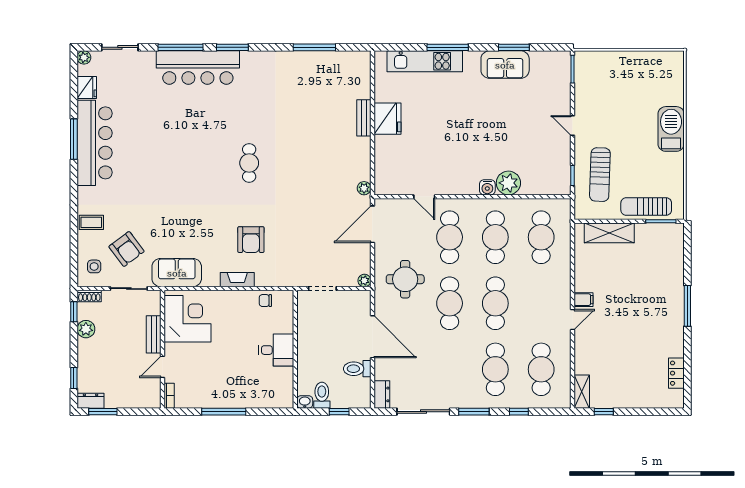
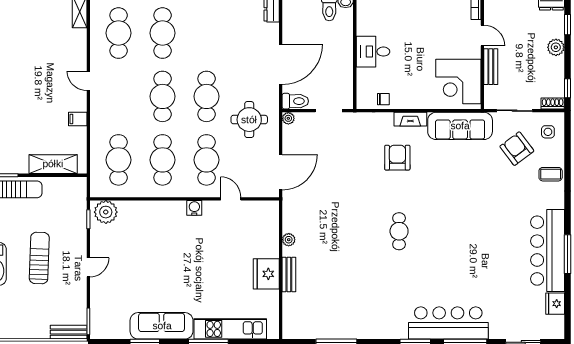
plant: (84, 57) -> (558, 333), removed
bench: (593, 58) -> (69, 332), added
sofa: (505, 65) -> (162, 326), width x1.36
door: (573, 125) -> (88, 267), hinge flipped
sun lounger: (600, 175) -> (39, 258), moved
plant: (508, 183) -> (106, 212), moved
water cooler: (487, 187) -> (194, 208), moved
plant: (364, 188) -> (289, 240), moved
sofa: (177, 273) -> (460, 126), width x1.36
filing cabinet: (584, 300) -> (78, 119), moved
door: (573, 320) -> (88, 81), hinge flipped
plant: (86, 329) -> (556, 47), moved
door: (372, 337) -> (281, 64), swing flipped
door: (162, 367) -> (482, 35), hinge flipped
toilet: (357, 369) -> (295, 101), moved

